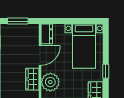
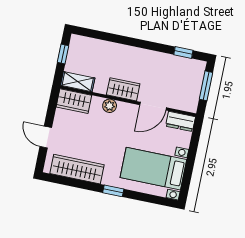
door: (40, 55) -> (153, 106), hinge flipped
plant: (50, 82) -> (110, 106), width x0.53, depth x0.53

